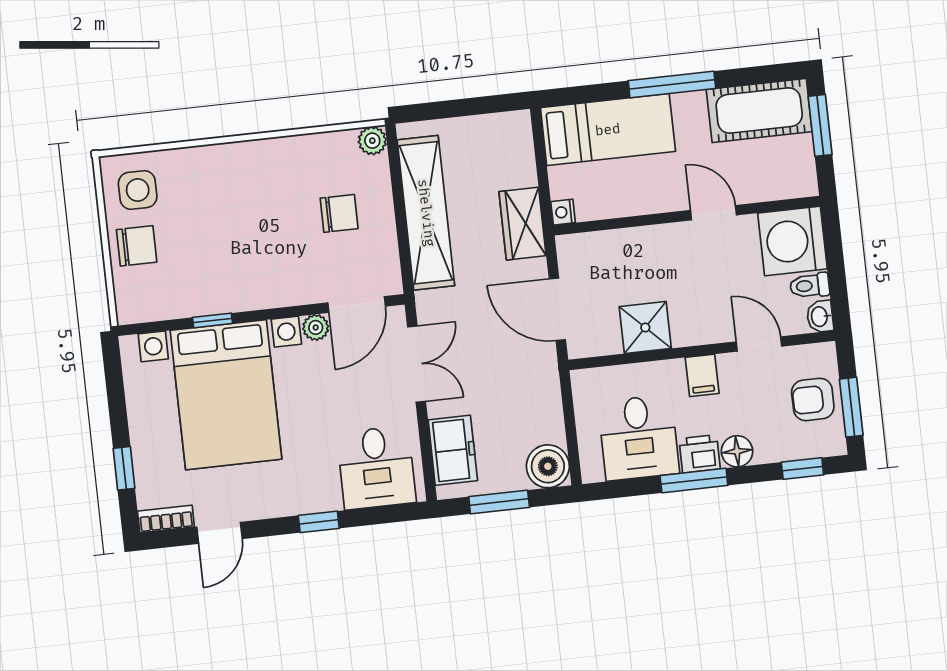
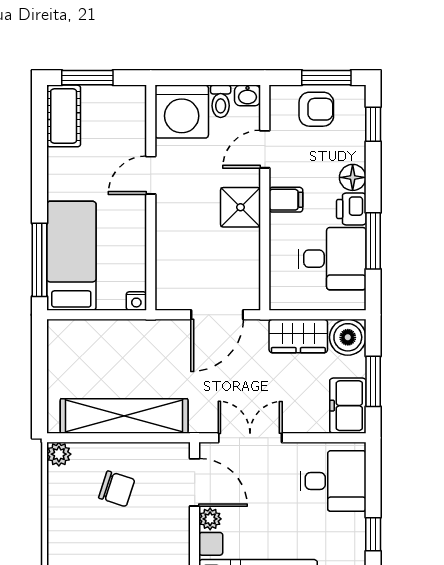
window: (672, 84) -> (39, 260), moved
cot: (759, 110) -> (64, 116), width x0.73, depth x0.75
chair: (339, 213) -> (117, 489), turned 108
wardrobe: (523, 224) -> (298, 336), moved
shower: (645, 327) -> (241, 207), moved
armchair: (813, 399) -> (316, 109), turned -90
freezer: (453, 450) -> (348, 406), moved, turned -90
window: (694, 480) -> (373, 241), moved

